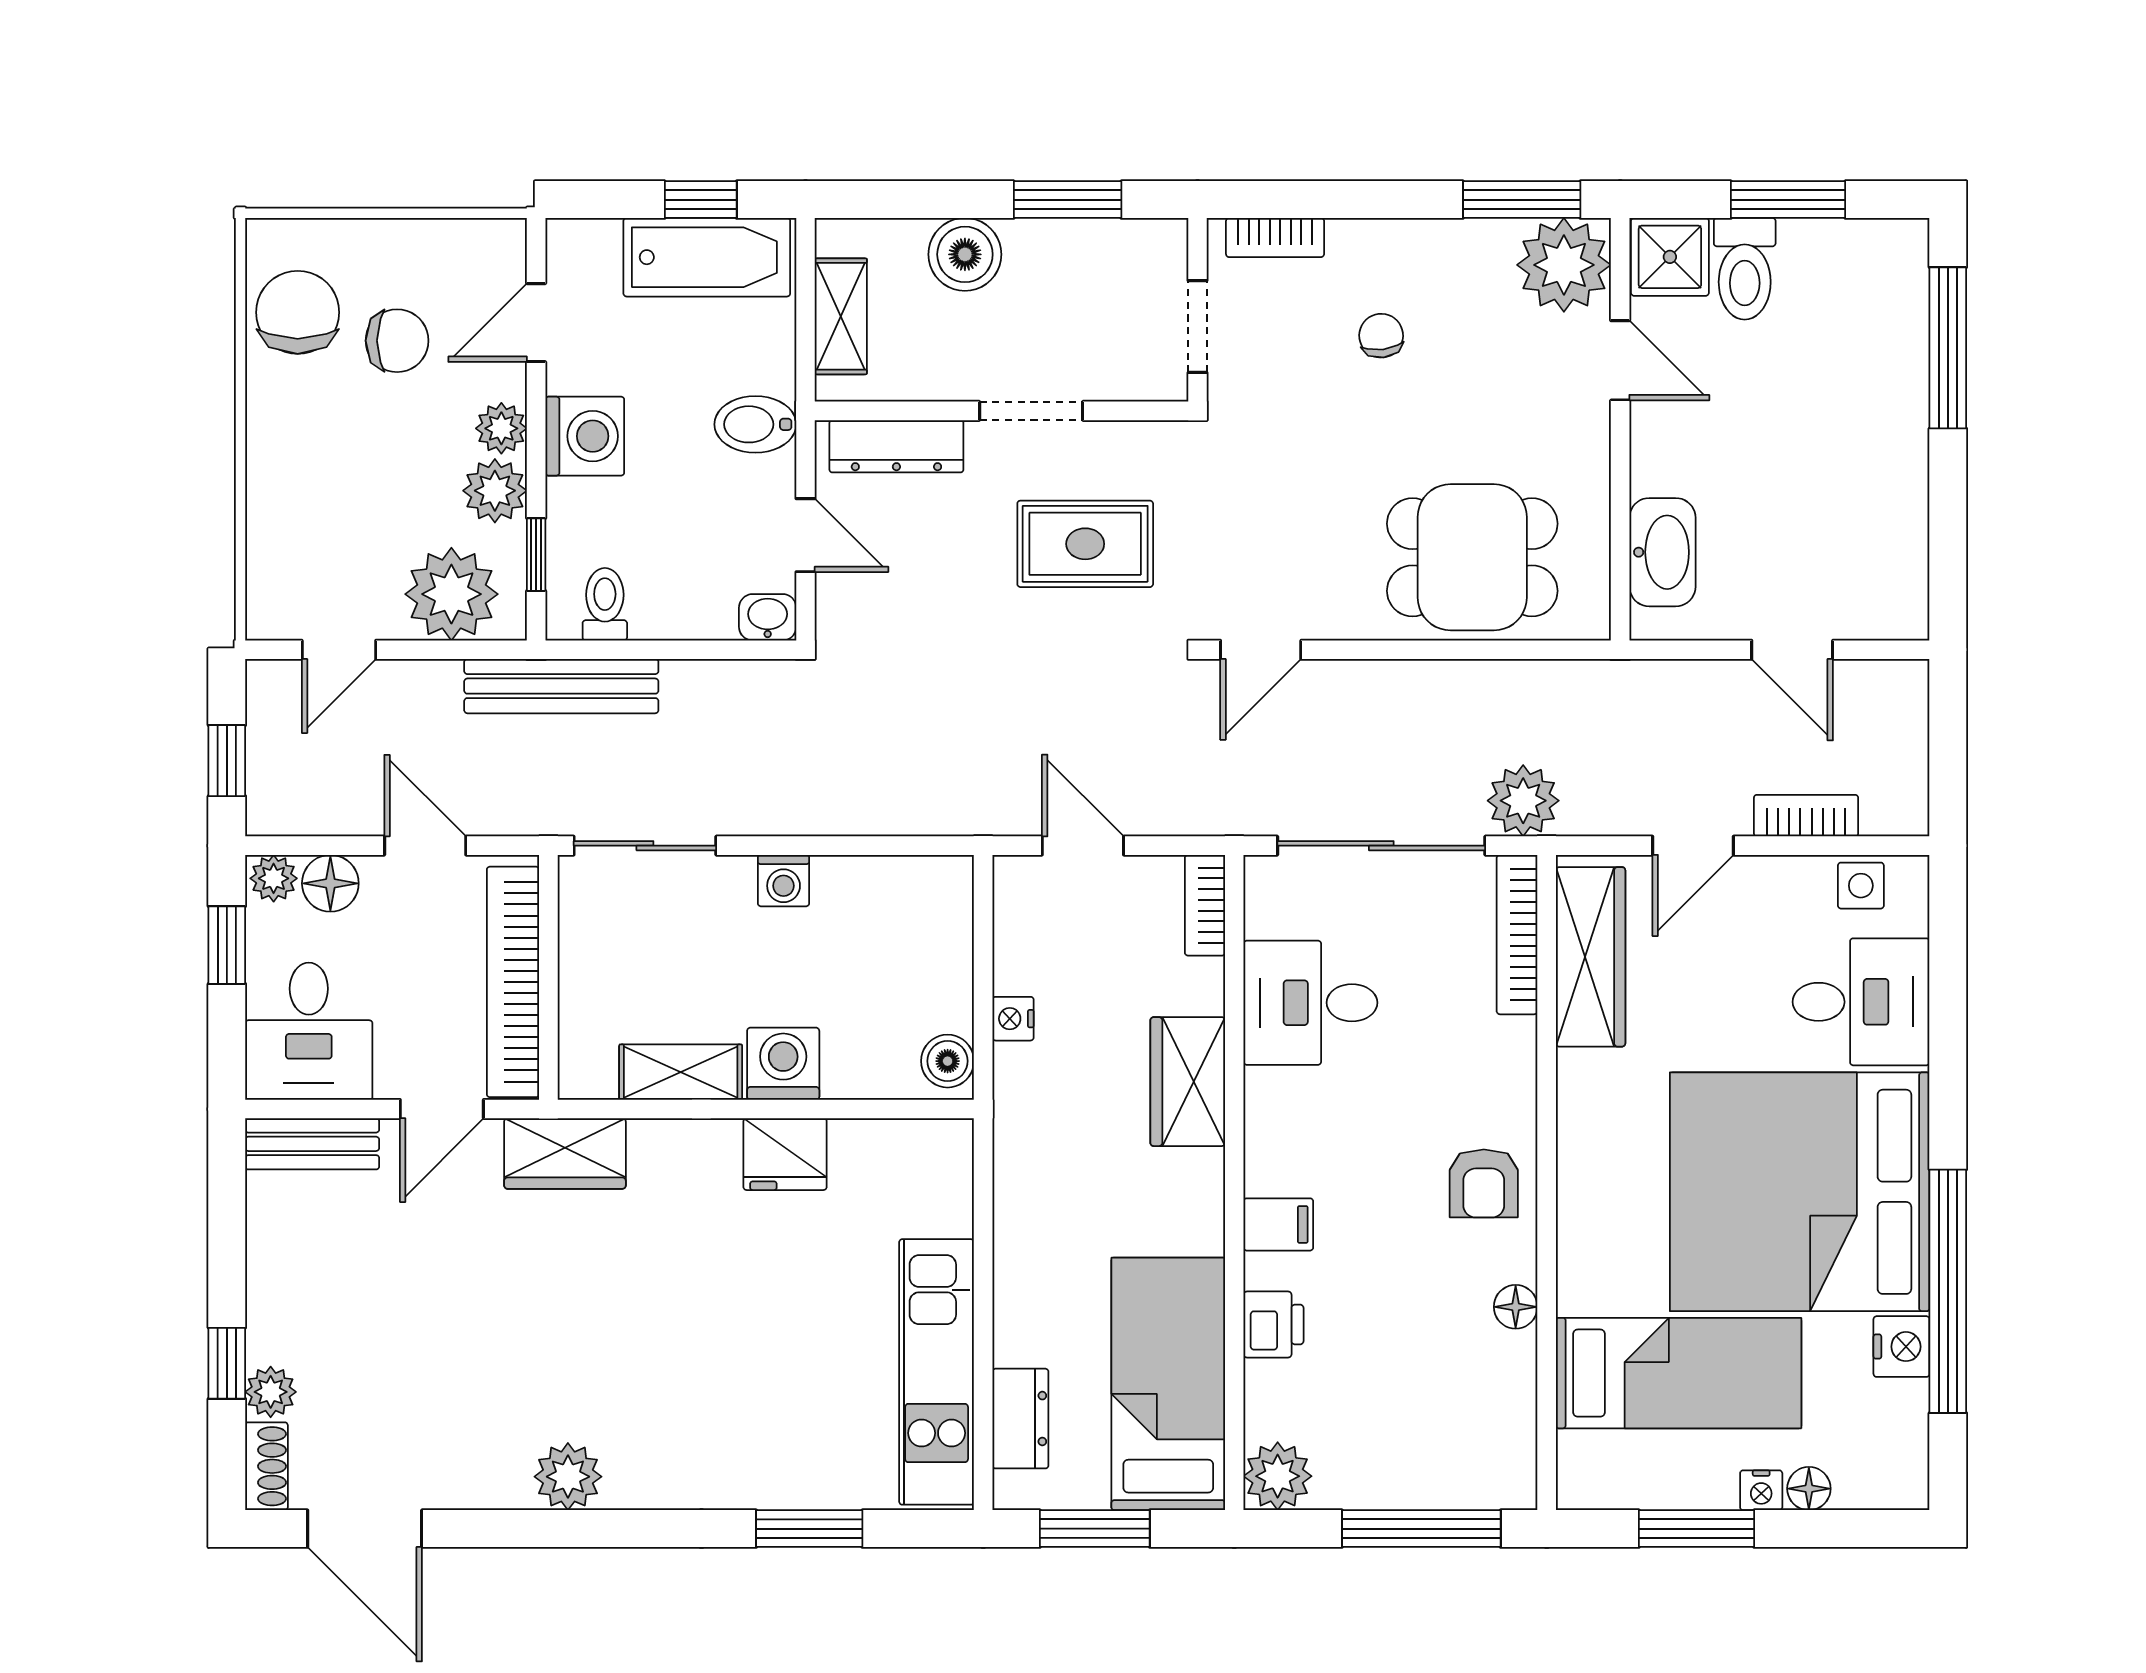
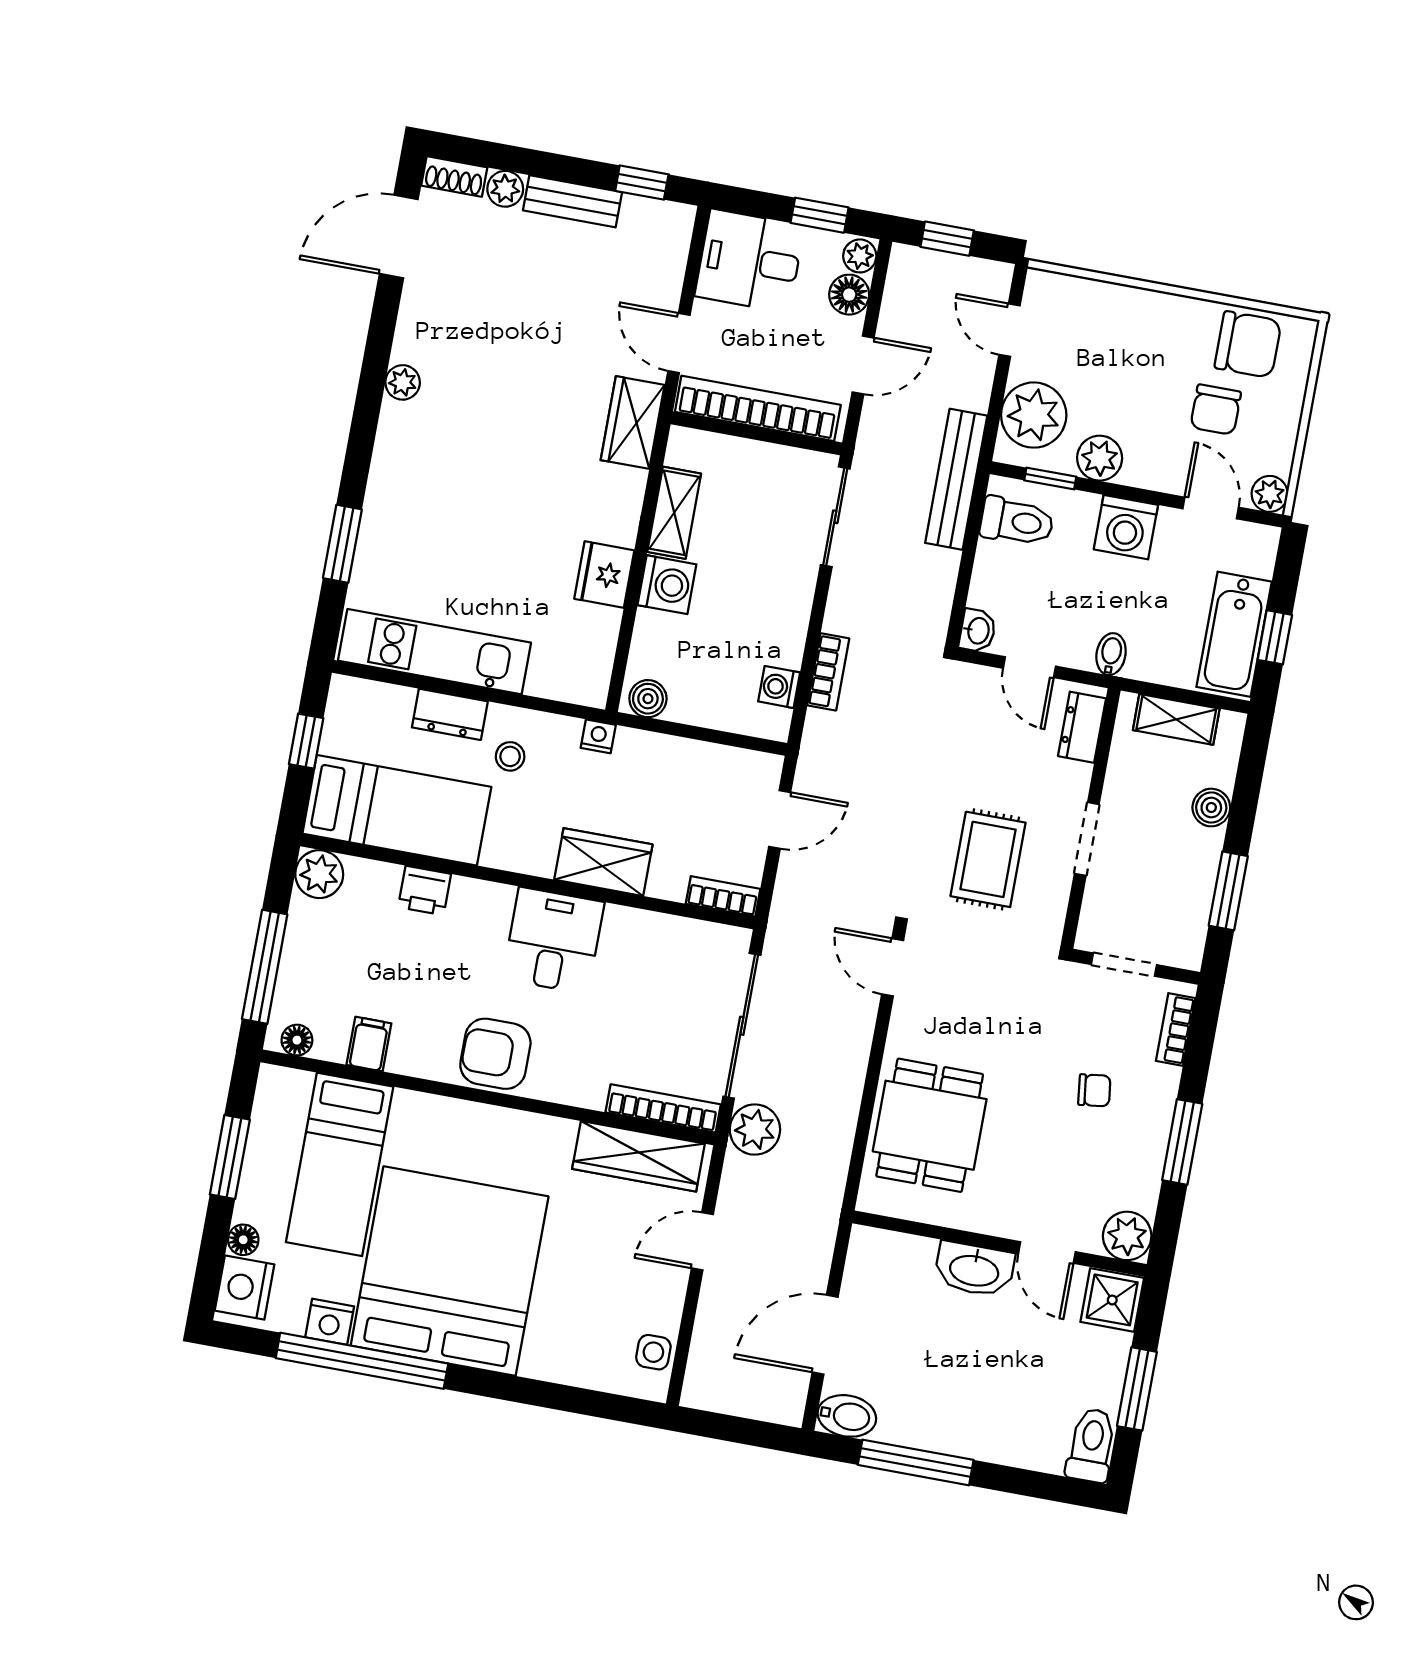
window: (1522, 200) -> (1182, 1142), moved
boiler: (965, 254) -> (1211, 808), width x0.73, depth x0.73
plant: (1564, 265) -> (1127, 1236), width x0.73, depth x0.73
toilet: (1745, 269) -> (1091, 1445), moved, turned 90
window: (1948, 348) -> (916, 1462), moved
door: (1620, 360) -> (1047, 1252), hinge flipped
bidet: (755, 424) -> (1111, 654), width x0.72, depth x0.74
plant: (501, 428) -> (1270, 494), moved
dresser: (896, 446) -> (1082, 727), width x0.70
door: (806, 535) -> (1029, 667), hinge flipped
washbasin: (1662, 552) -> (974, 1269), moved
bidet: (1900, 598) -> (847, 1416), added
toilet: (605, 604) -> (1017, 521), width x1.37, depth x1.39
door: (1792, 650) -> (825, 1335), width x1.37
bookcase: (1806, 816) -> (828, 672), moved
door: (1693, 846) -> (702, 1241), hinge flipped
washing machine: (784, 881) -> (779, 687), moved
desk: (1861, 1002) -> (573, 1338), removed
desk: (1310, 1003) -> (553, 941), moved
nightstand: (1013, 1019) -> (598, 736), moved
bench: (312, 1144) -> (573, 201), moved, turned 90
armchair: (1484, 1183) -> (495, 1054), width x1.38, depth x1.38
filing cabinet: (1278, 1224) -> (369, 1044), moved, turned 180
stool: (1064, 1239) -> (510, 756), added
floor lamp: (1516, 1307) -> (297, 1040), moved
window: (227, 1363) -> (642, 183), moved
dresser: (1020, 1419) -> (450, 714), moved
plant: (568, 1477) -> (403, 382), width x0.73, depth x0.73
nightstand: (1761, 1490) -> (245, 1288), moved, width x1.89, depth x1.79
window: (1095, 1529) -> (306, 741), width x0.67

